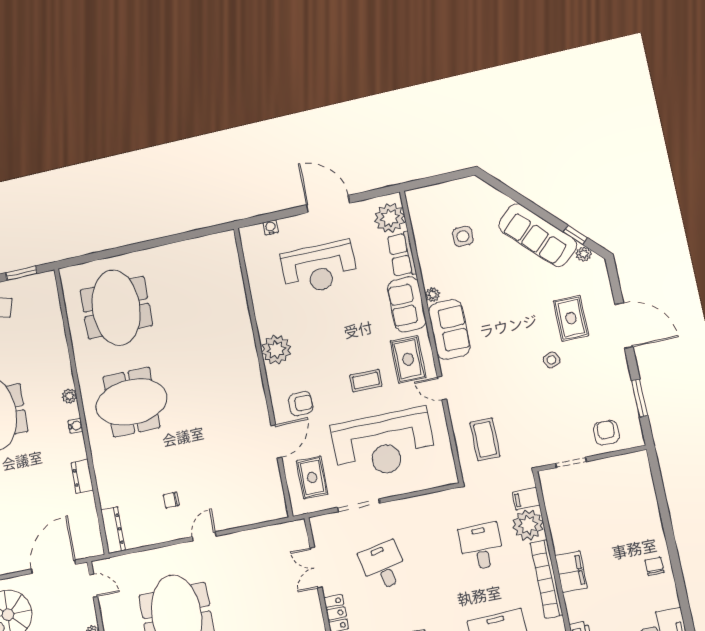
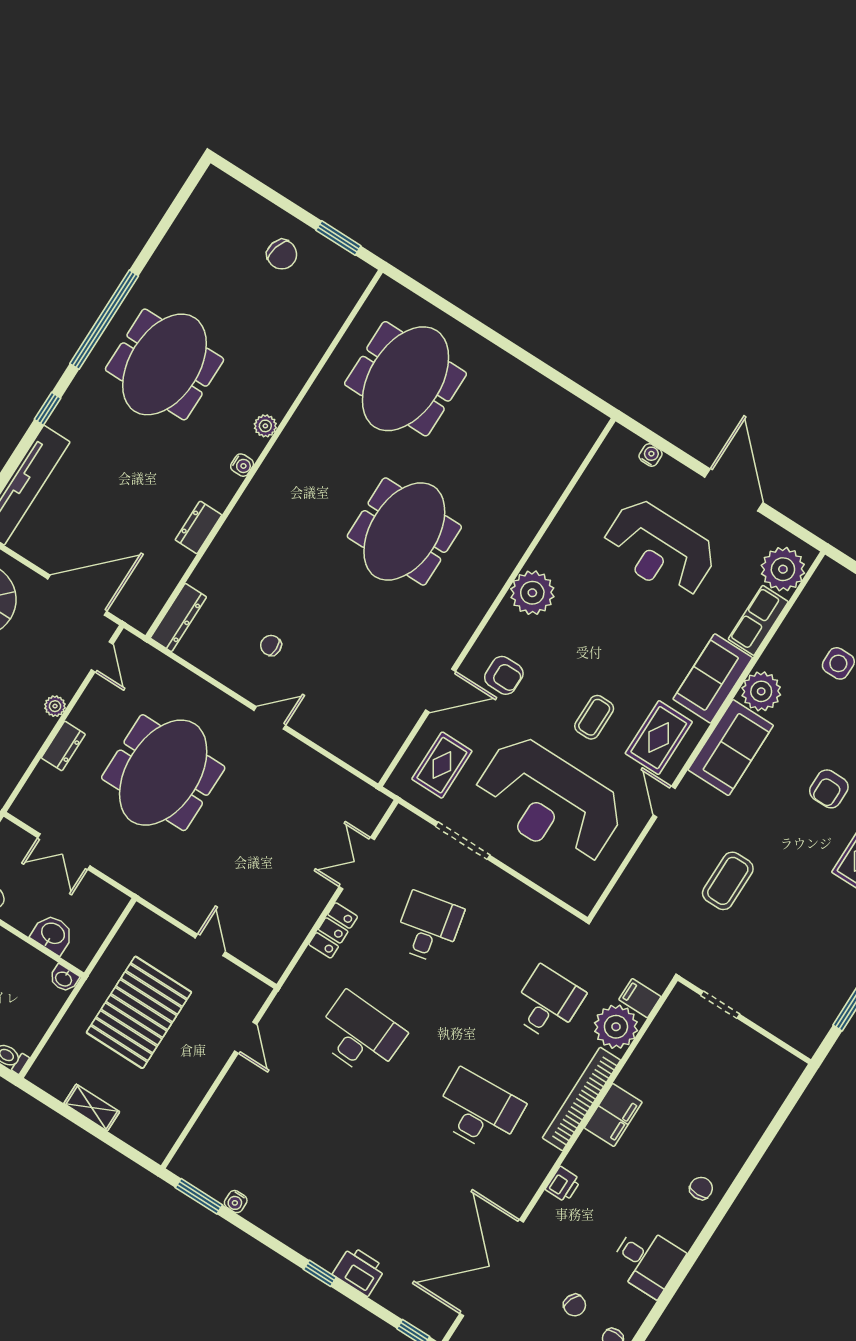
plant: (432, 295) -> (761, 691), width x1.87, depth x1.87
side table: (552, 360) -> (803, 881), removed
coffee table: (366, 381) -> (594, 717), turned 90
meeting table: (131, 402) -> (404, 532), moved, turned 90
armchair: (606, 433) -> (829, 789), moved, turned 180
coffee table: (485, 439) -> (728, 881), moved

